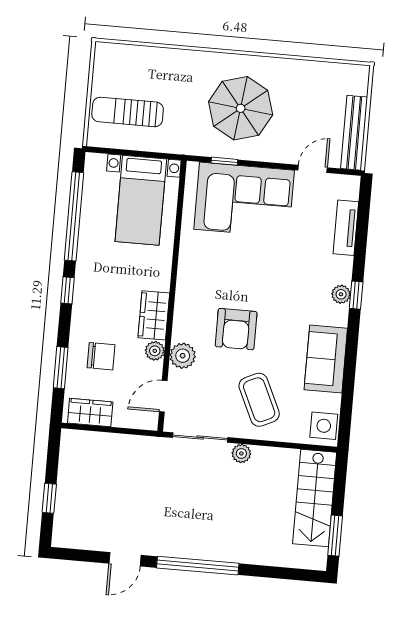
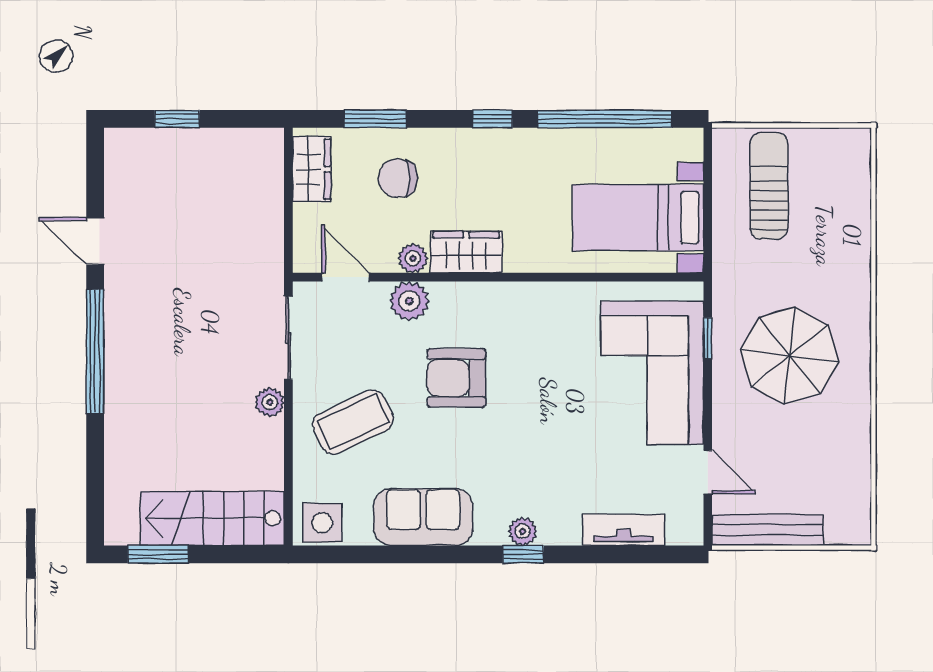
chair: (101, 356) -> (398, 178), turned 90

